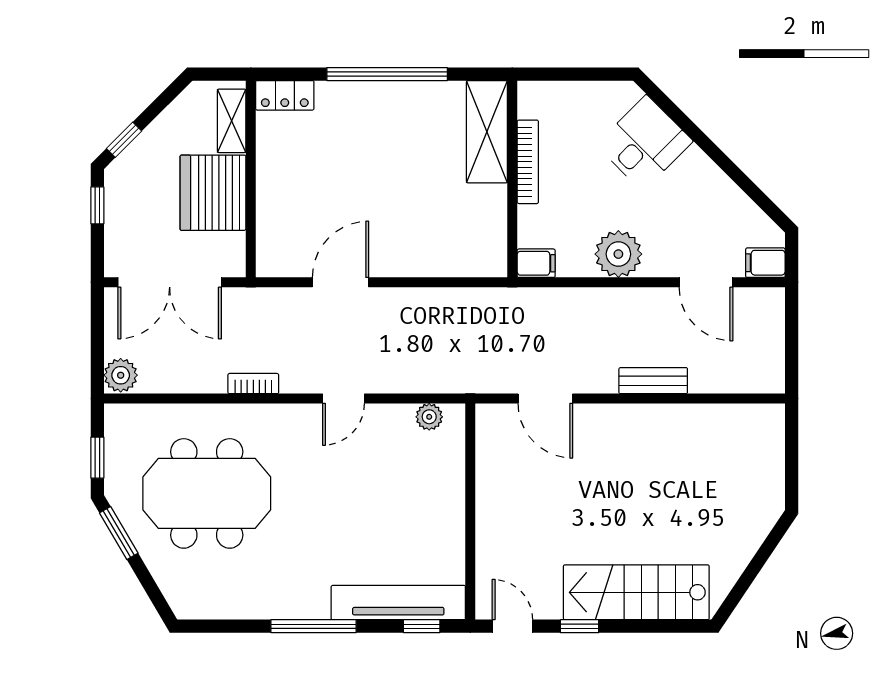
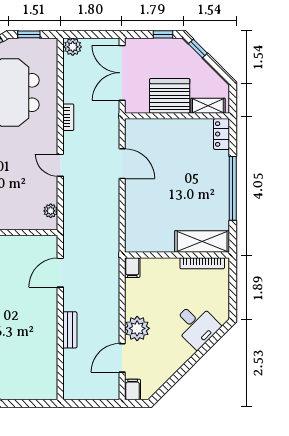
bookcase: (528, 162) -> (202, 263), moved
plant: (618, 254) -> (137, 328), moved

